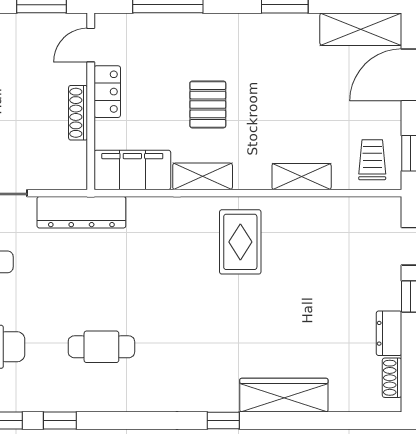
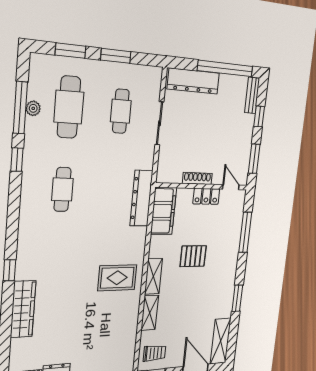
shelving: (203, 176) -> (153, 276), moved
dresser: (81, 212) -> (141, 198), moved

